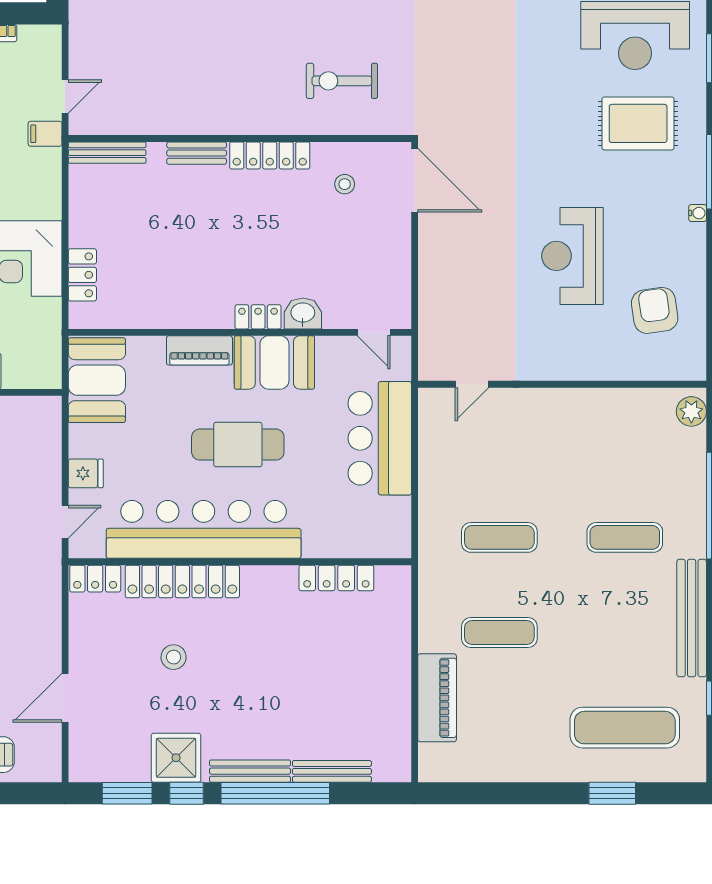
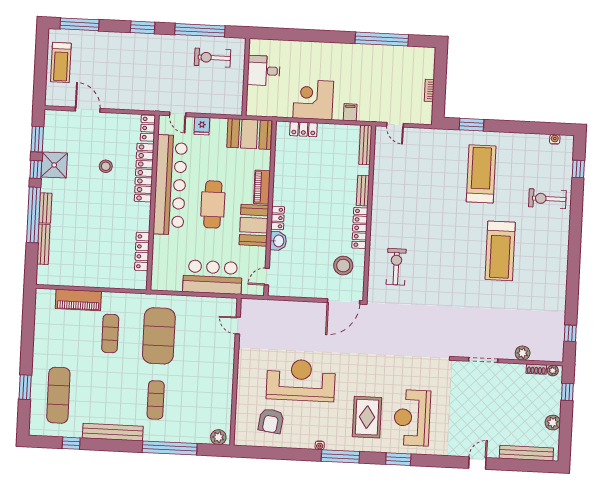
filing cabinet: (45, 134) -> (350, 112), moved
stool: (345, 184) -> (343, 266), width x1.89, depth x1.89
reception desk: (572, 256) -> (301, 380), width x1.36, depth x1.30
armchair: (655, 310) -> (271, 421), turned 106
exercise mat: (499, 537) -> (159, 336), width x2.00, depth x1.45
bench: (250, 771) -> (45, 208), width x0.73

